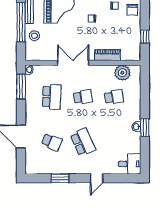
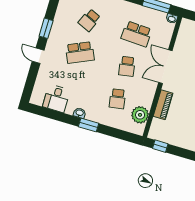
window: (145, 37) -> (160, 146), moved
double door: (73, 63) -> (165, 67), swing flipped
window: (145, 128) -> (89, 125), moved
desk: (130, 164) -> (56, 98), moved
window: (60, 178) -> (46, 28), moved

